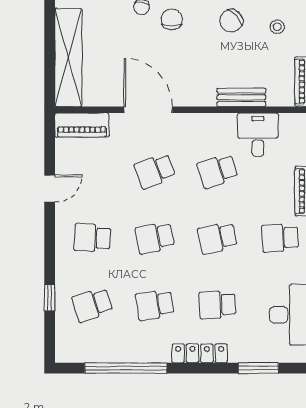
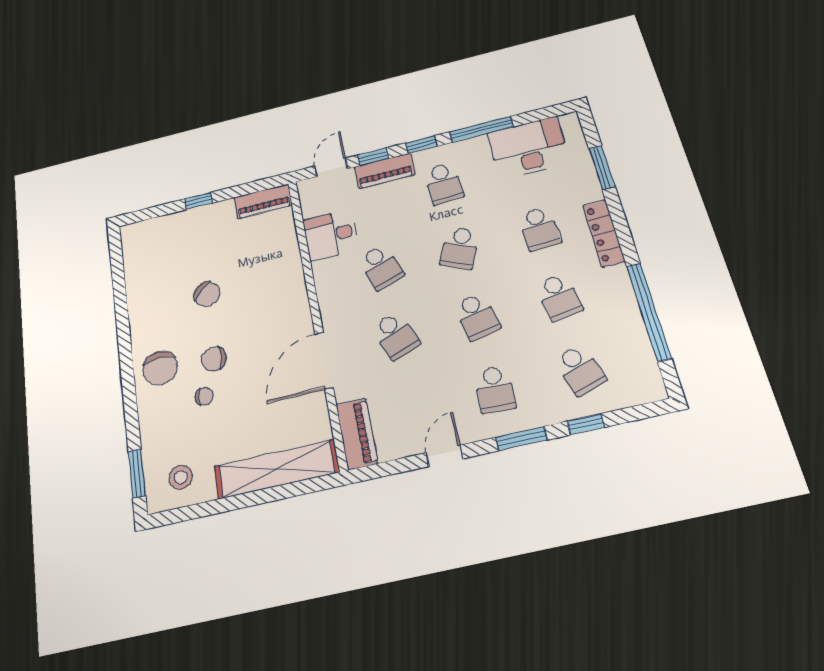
stool: (277, 27) -> (207, 245), removed
bench: (241, 97) -> (292, 262), removed
door: (50, 189) -> (445, 456), hinge flipped
school desk: (217, 238) -> (460, 248), turned 36
window: (50, 248) -> (521, 439), added

